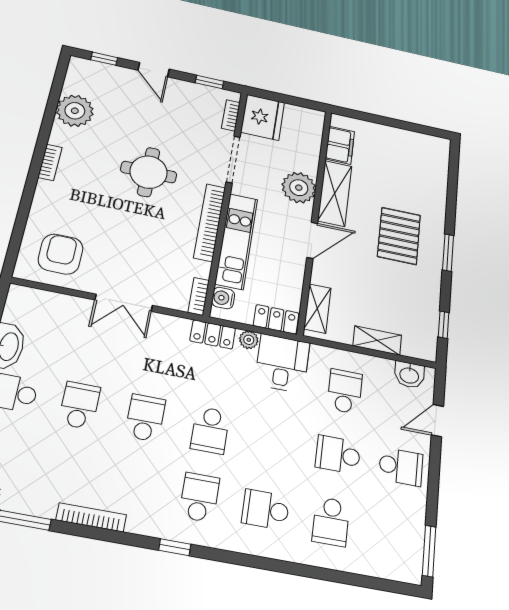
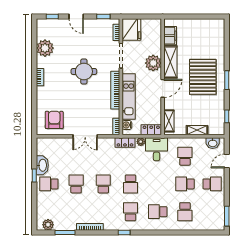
pallet: (399, 236) -> (203, 77), width x1.37, depth x1.41

